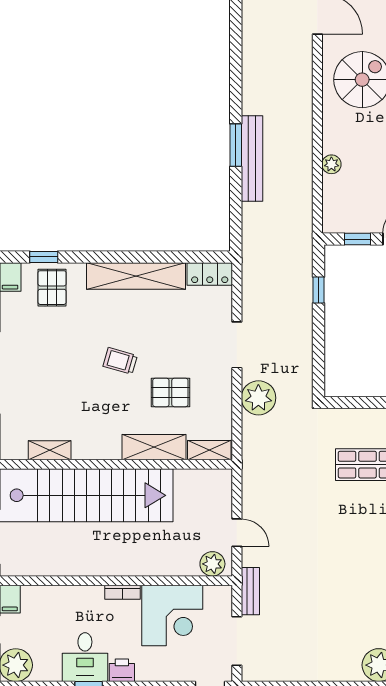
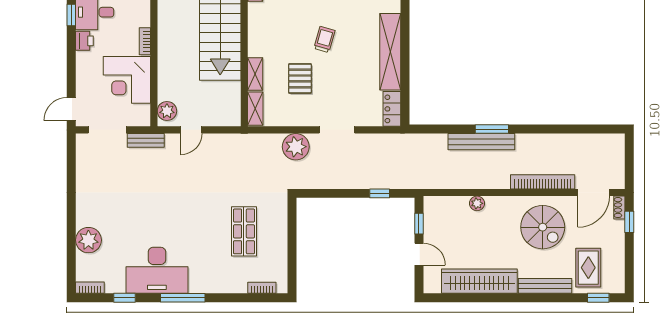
bookcase: (304, 80) -> (543, 182), added
shelving: (154, 447) -> (255, 74), width x0.67, depth x0.75

